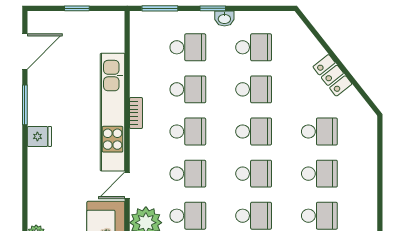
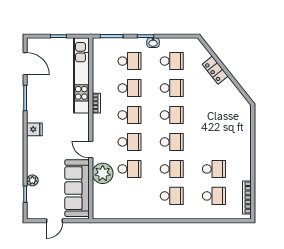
door: (25, 52) -> (25, 64), hinge flipped
locker: (332, 75) -> (215, 70), moved
kitchen unit: (113, 112) -> (81, 75), moved
school desk: (319, 132) -> (214, 115), removed
fridge: (39, 136) -> (34, 129), moved
school desk: (319, 174) -> (214, 142), removed
door: (127, 185) -> (91, 149), hinge flipped

